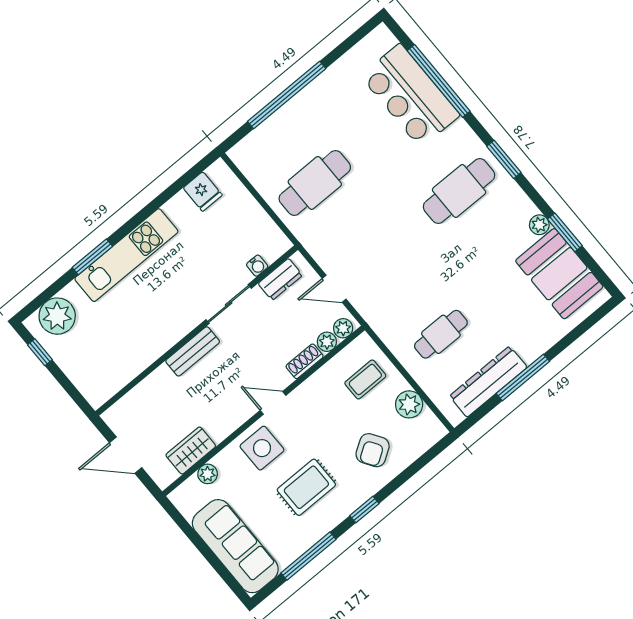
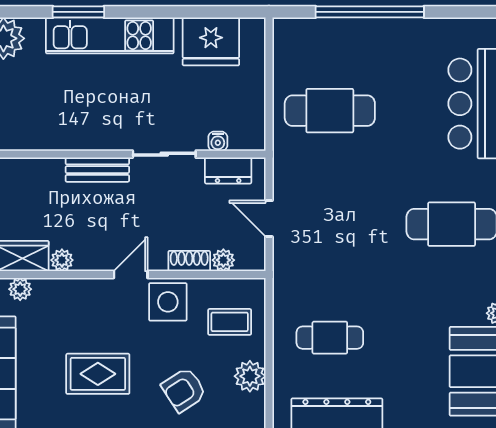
fridge: (203, 191) -> (211, 41), width x1.88, depth x1.34
plant: (343, 328) -> (62, 260), moved
door: (273, 403) -> (131, 275), hinge flipped
side table: (262, 448) -> (168, 302), moved

